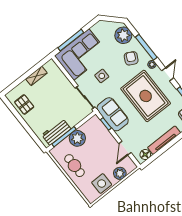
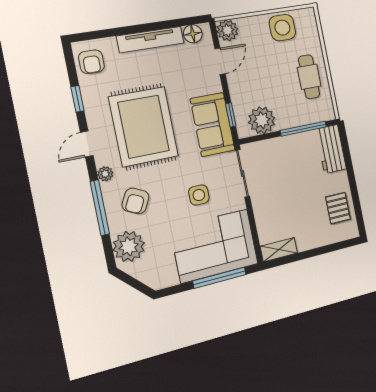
shelving: (36, 76) -> (279, 250), moved
workbench: (56, 132) -> (331, 149), moved, turned 90
plant: (77, 138) -> (262, 120), moved
plant: (120, 173) -> (227, 30), moved

